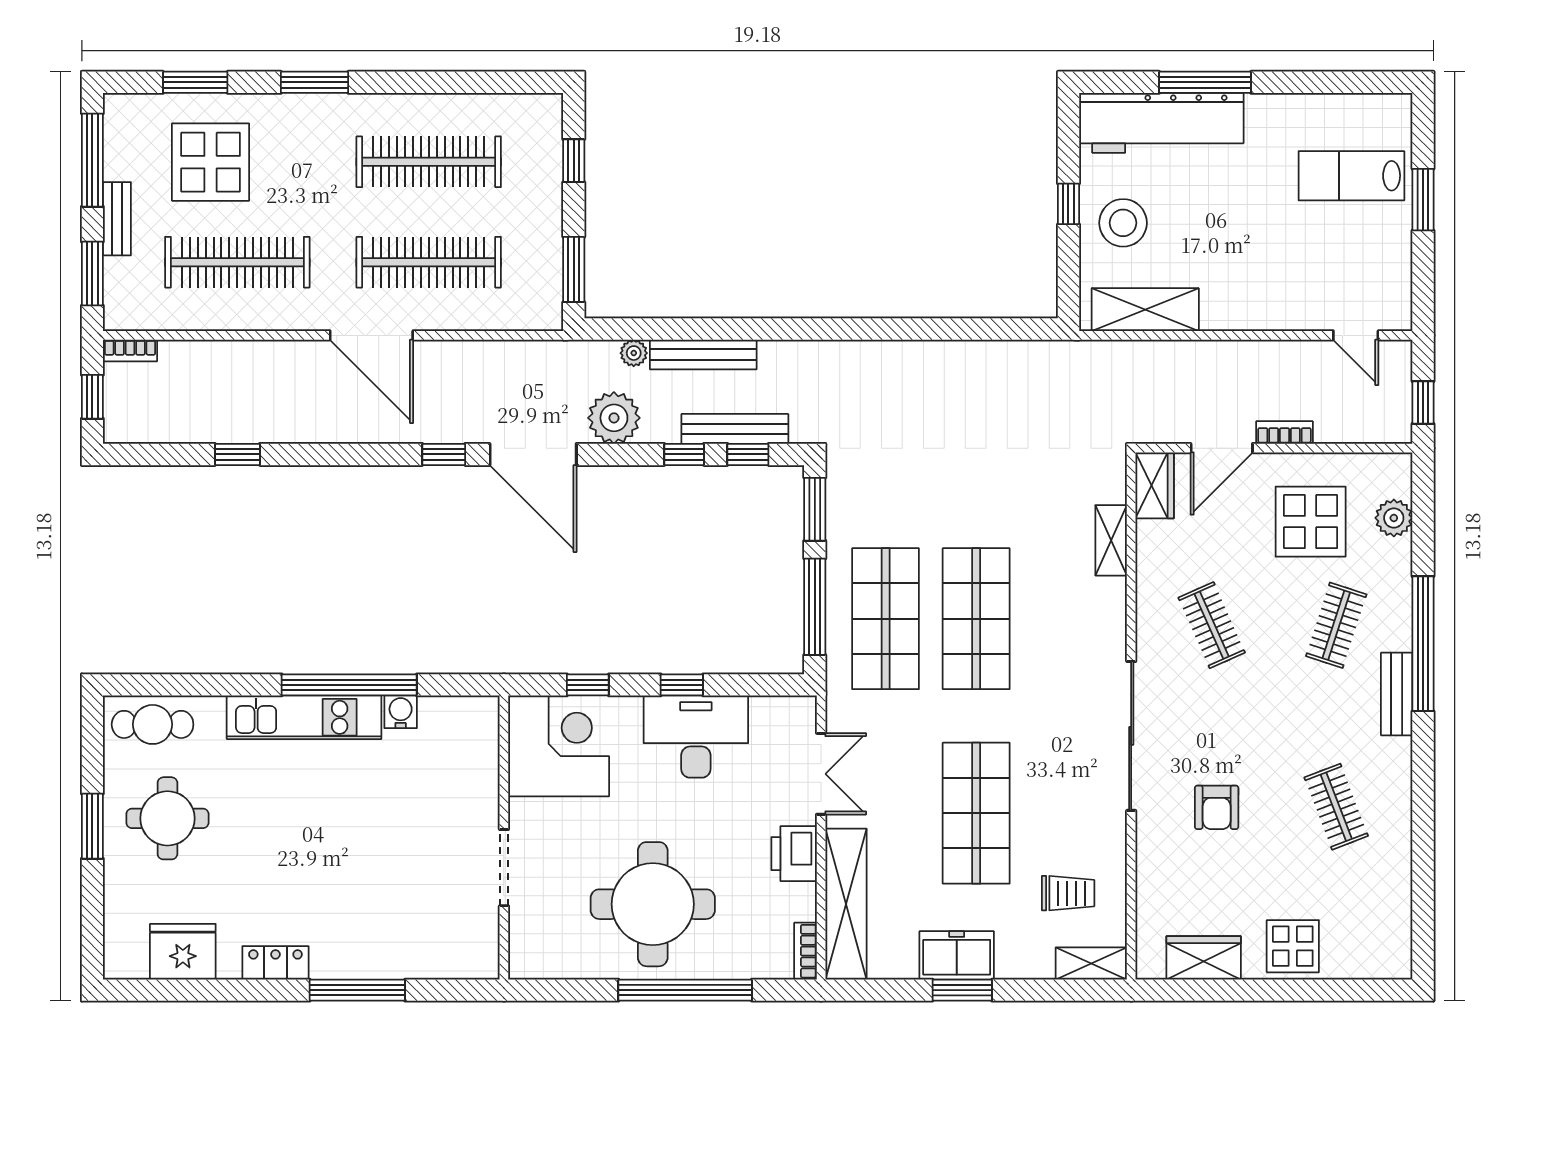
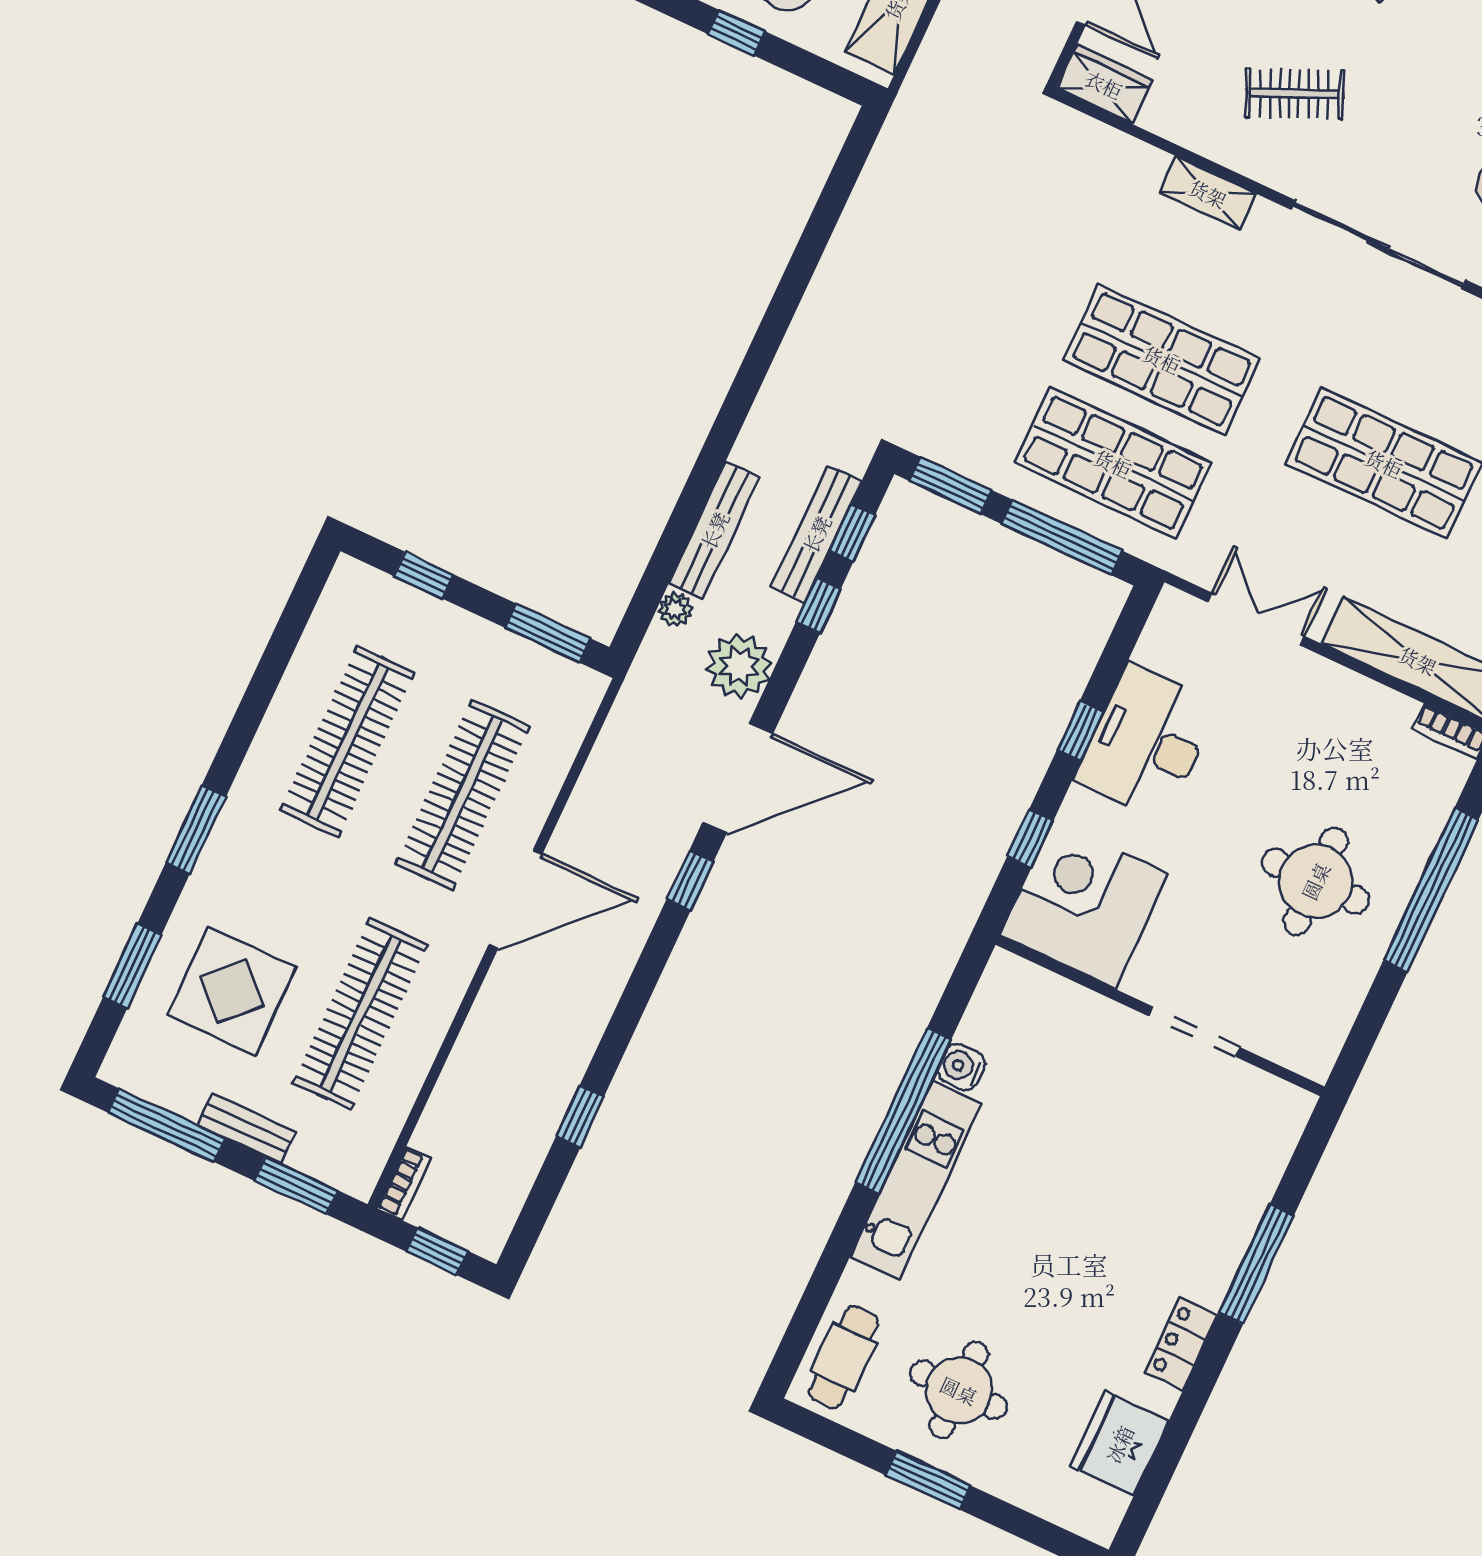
shelving: (1111, 540) -> (1208, 193), moved
printer: (794, 854) -> (1333, 693), removed
round table: (653, 904) -> (1315, 881), width x0.73, depth x0.73

